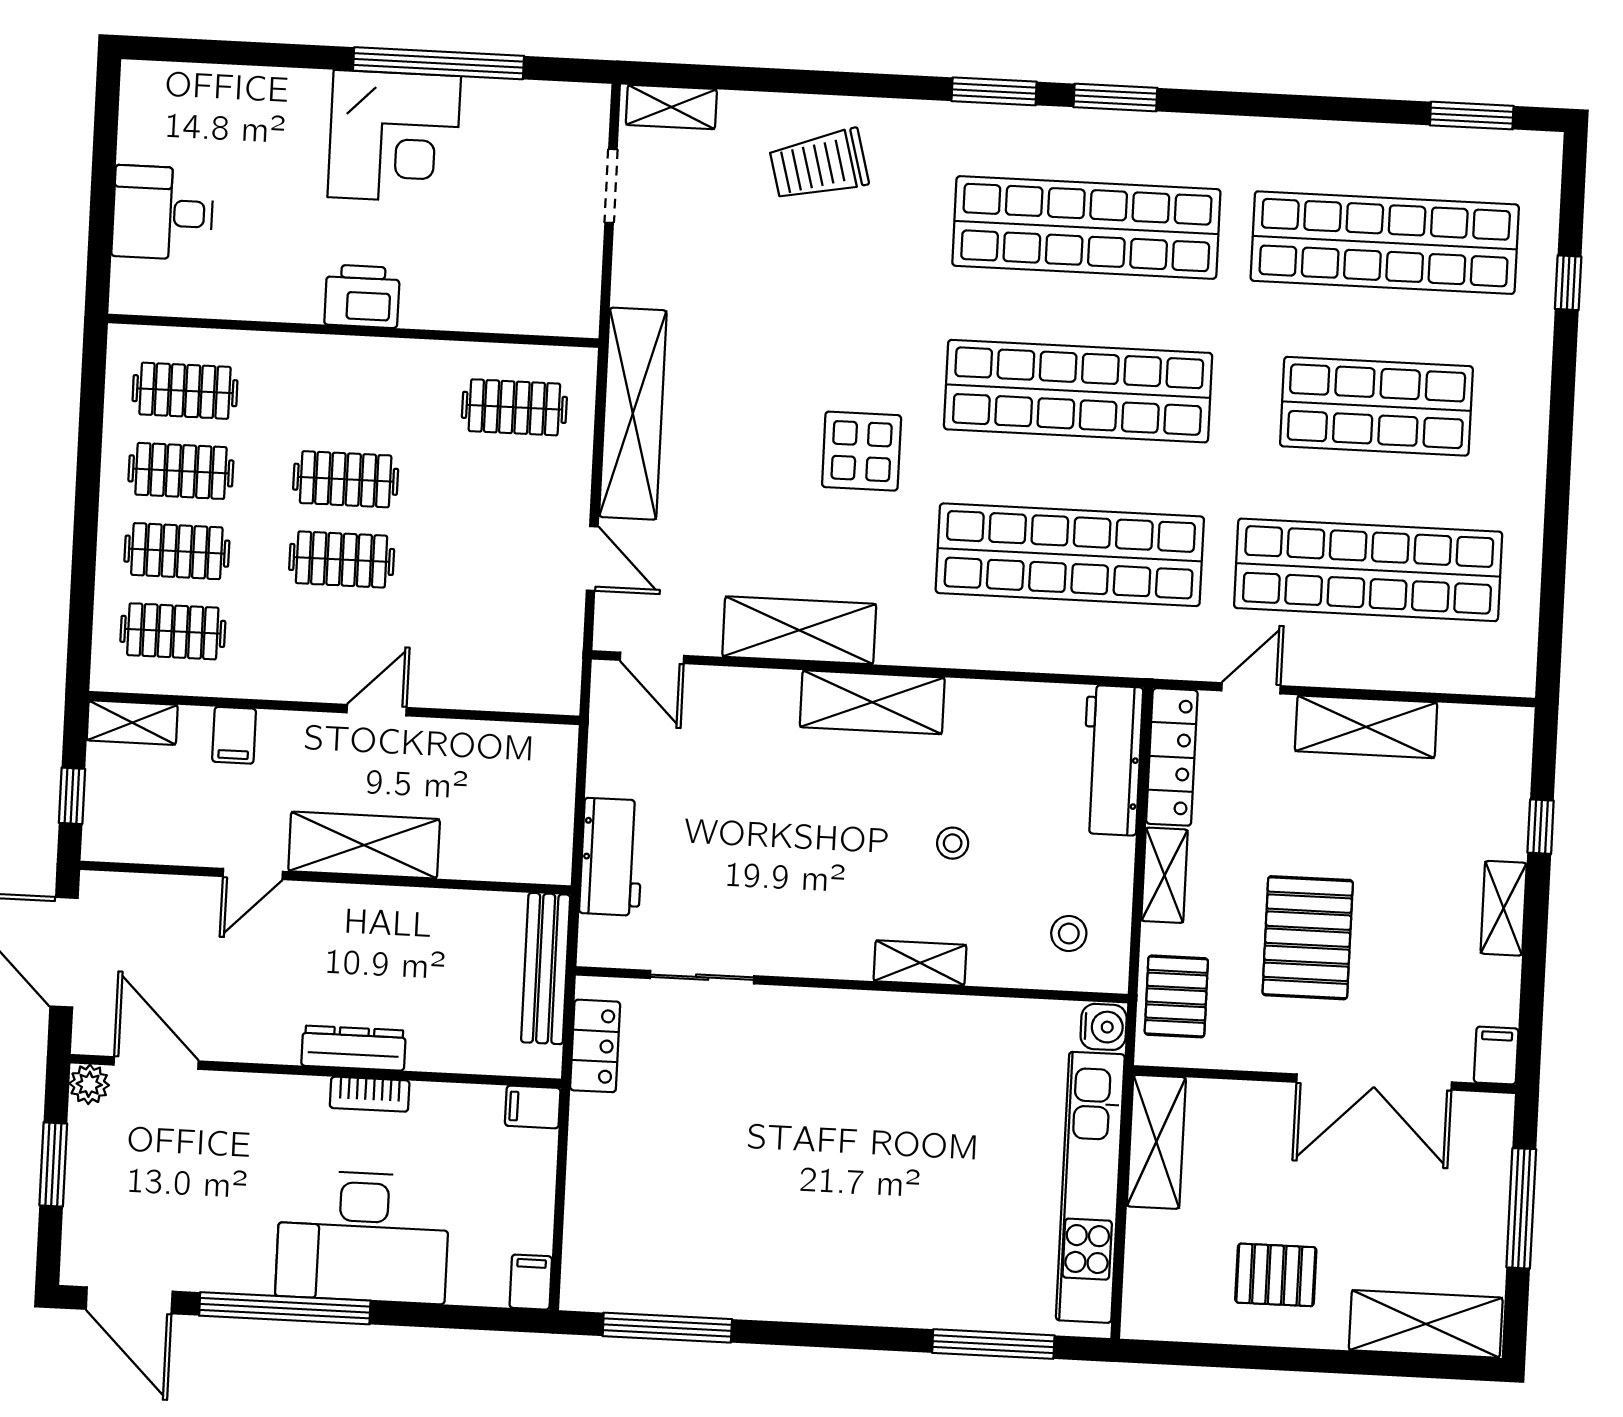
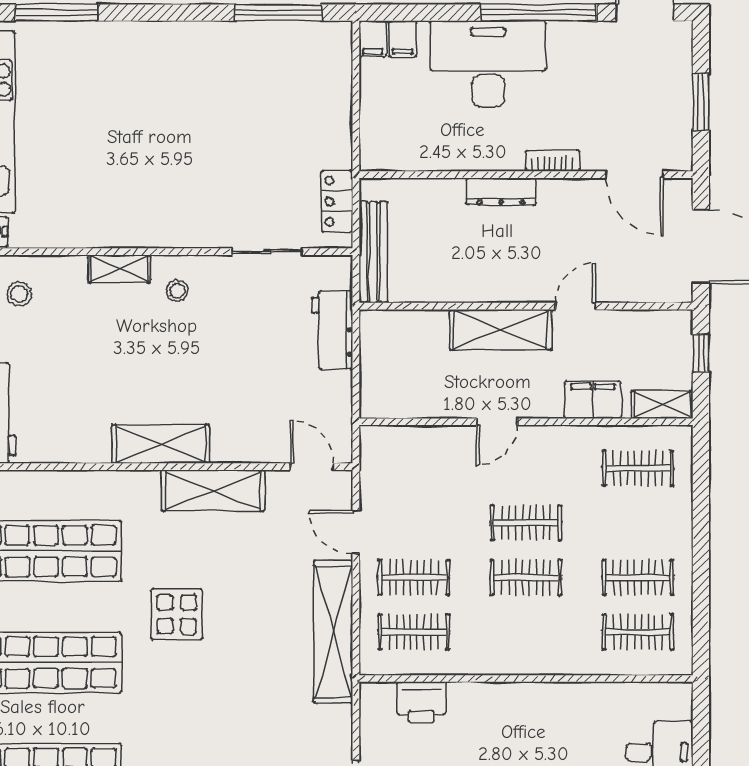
printer: (362, 296) -> (421, 702), moved
clothes rail: (177, 551) -> (414, 577), moved
filing cabinet: (234, 735) -> (593, 400), width x2.00
stool: (953, 843) -> (177, 291), moved
plant: (89, 1084) -> (679, 158), removed
bookcase: (370, 1094) -> (552, 161), moved
filing cabinet: (533, 1107) -> (403, 39), moved, turned 90

